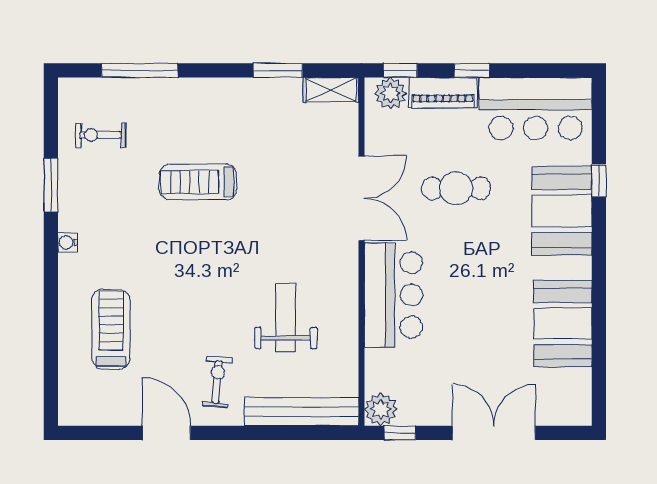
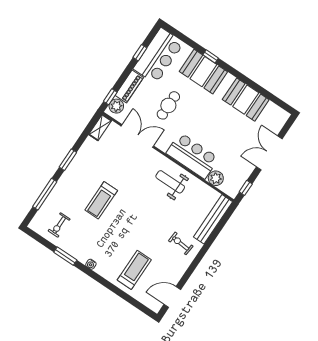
window: (278, 70) -> (68, 160), moved
window: (472, 70) -> (140, 53), moved
window: (599, 180) -> (211, 56), moved
double door: (361, 198) -> (137, 136), moved
weight bench: (286, 318) -> (170, 182), moved
treadmill: (111, 329) -> (134, 270), turned 90
plant: (381, 409) -> (216, 178), moved
door: (167, 433) -> (172, 297), moved

